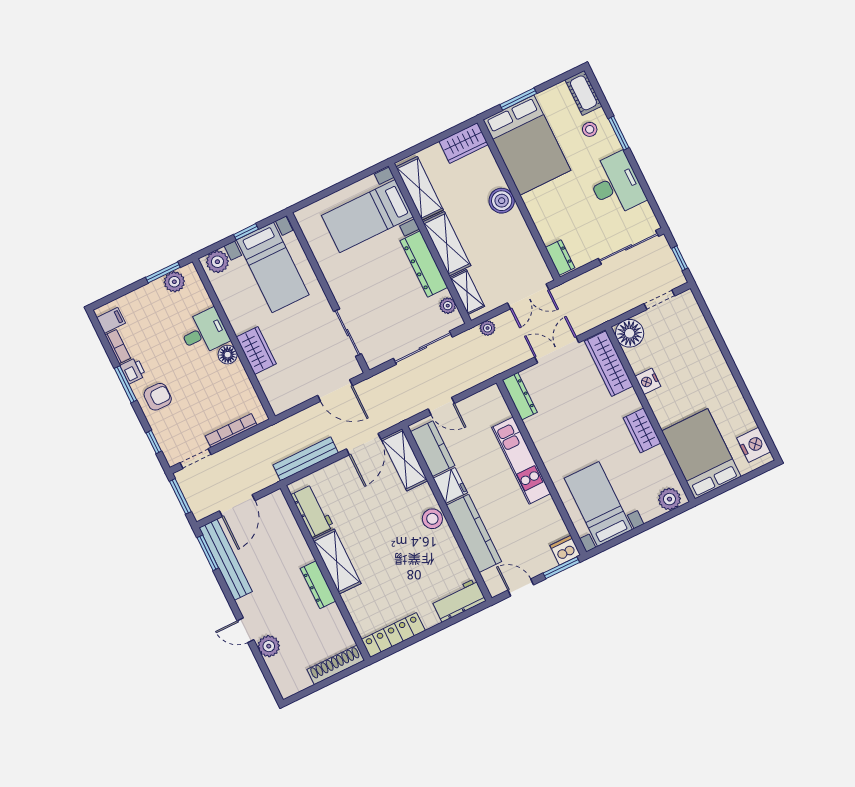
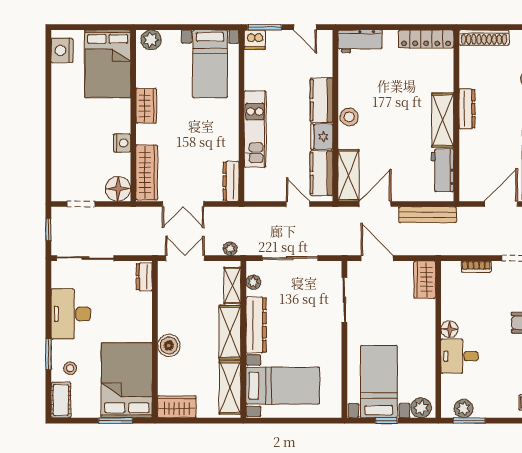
wardrobe: (256, 350) -> (425, 280), moved
bookcase: (231, 431) -> (476, 267), width x0.64
kitchen counter: (474, 533) -> (322, 100), width x0.67

